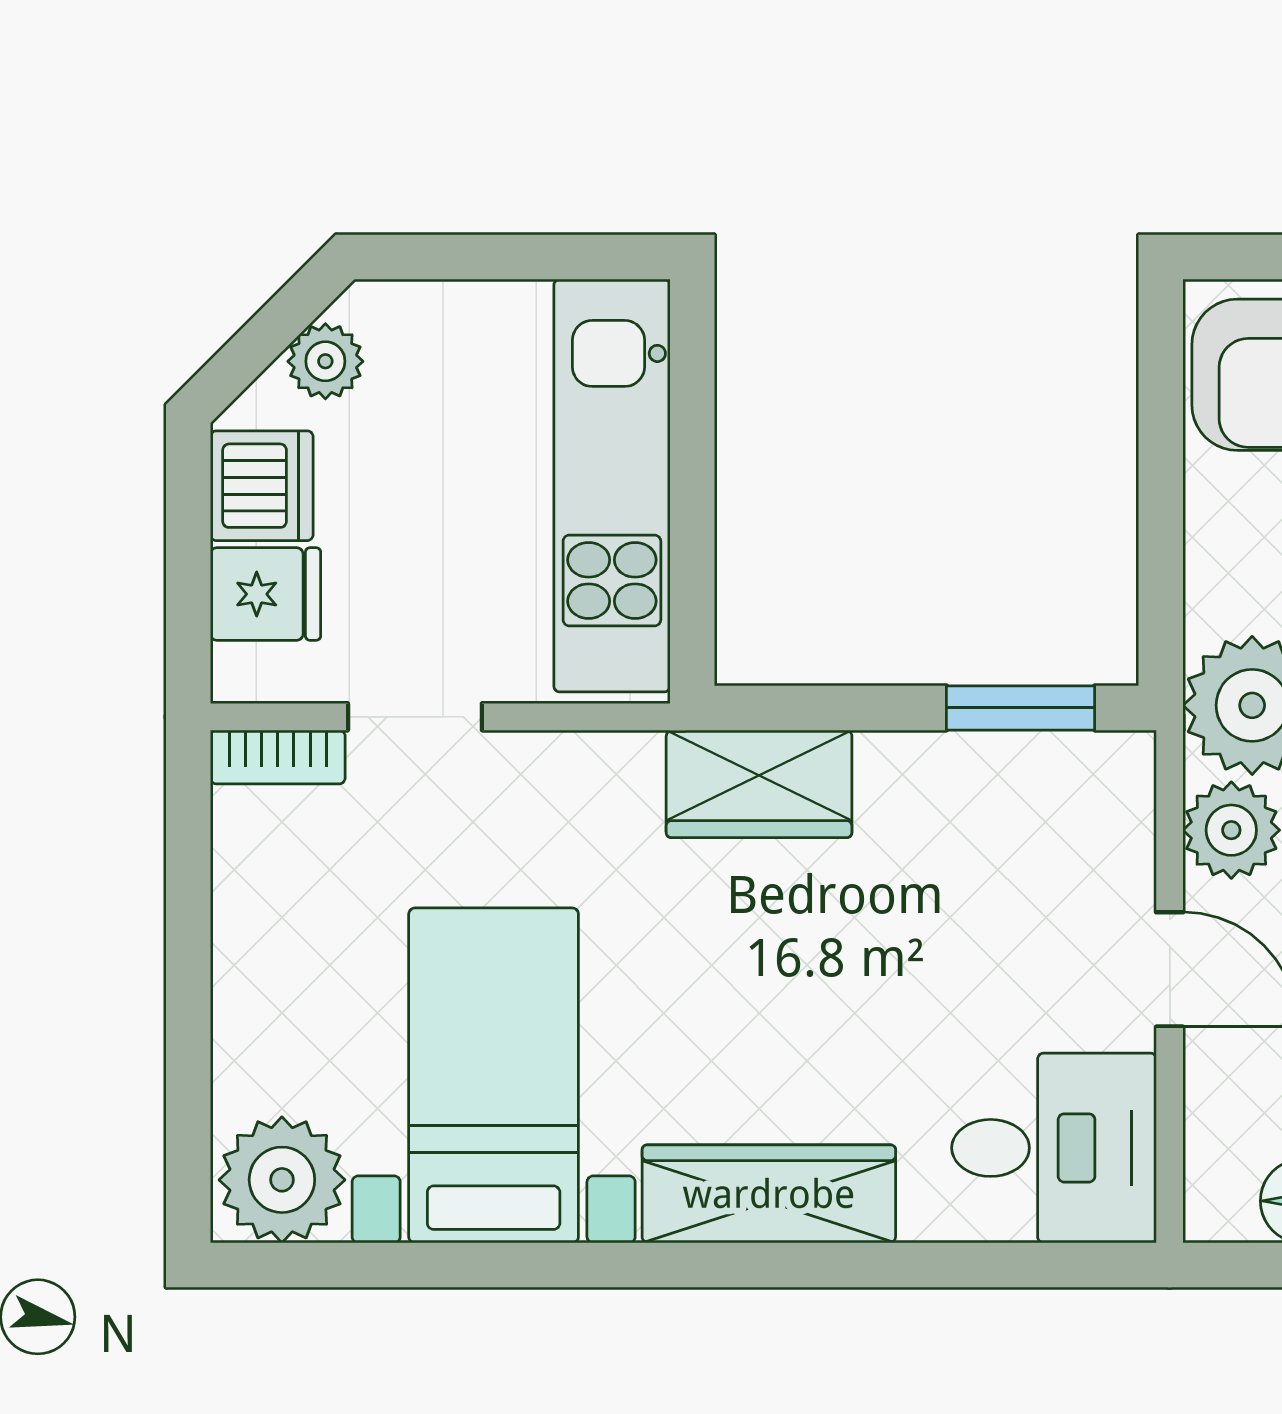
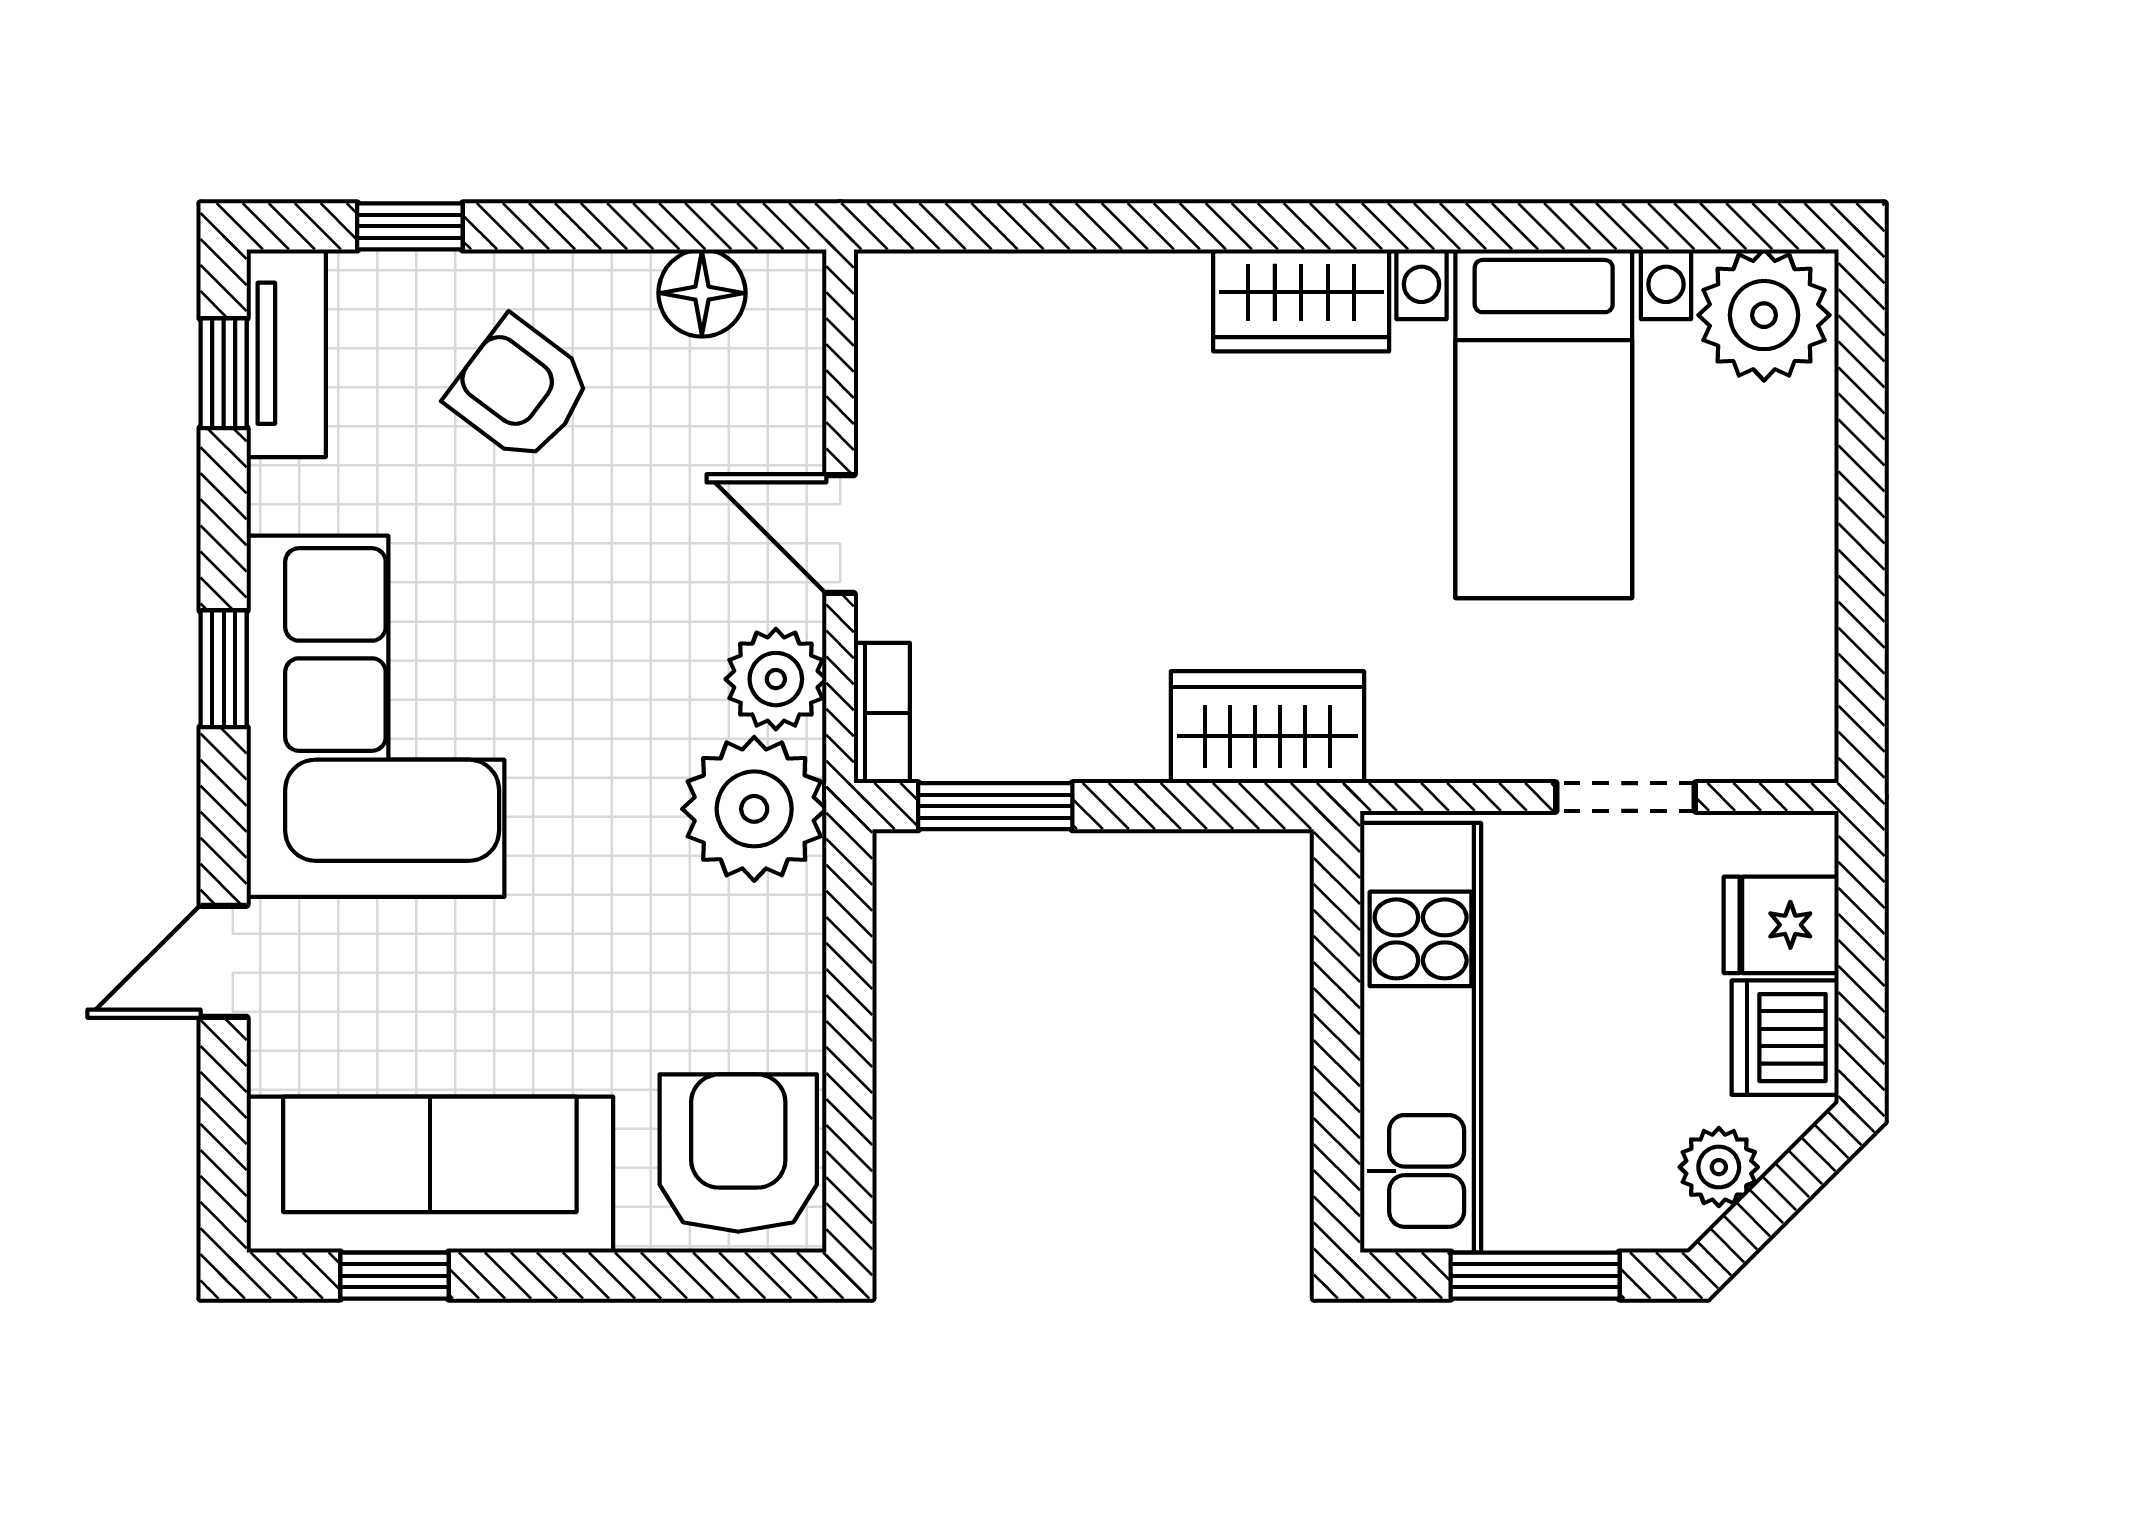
window: (502, 257) -> (1535, 1276), added
bookcase: (278, 757) -> (882, 713), moved, turned 90
desk: (1054, 1148) -> (960, 348), removed
wardrobe: (769, 1194) -> (1301, 300), width x0.67

